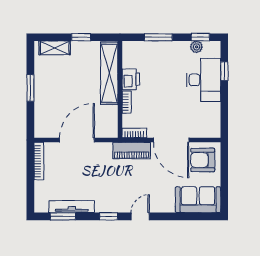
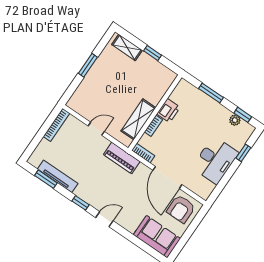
shelving: (109, 73) -> (138, 119), moved, width x0.68
desk: (204, 80) -> (215, 160), moved
door: (77, 140) -> (96, 129), width x0.53
piano: (132, 151) -> (122, 158), moved
armchair: (203, 160) -> (181, 209), turned -90

